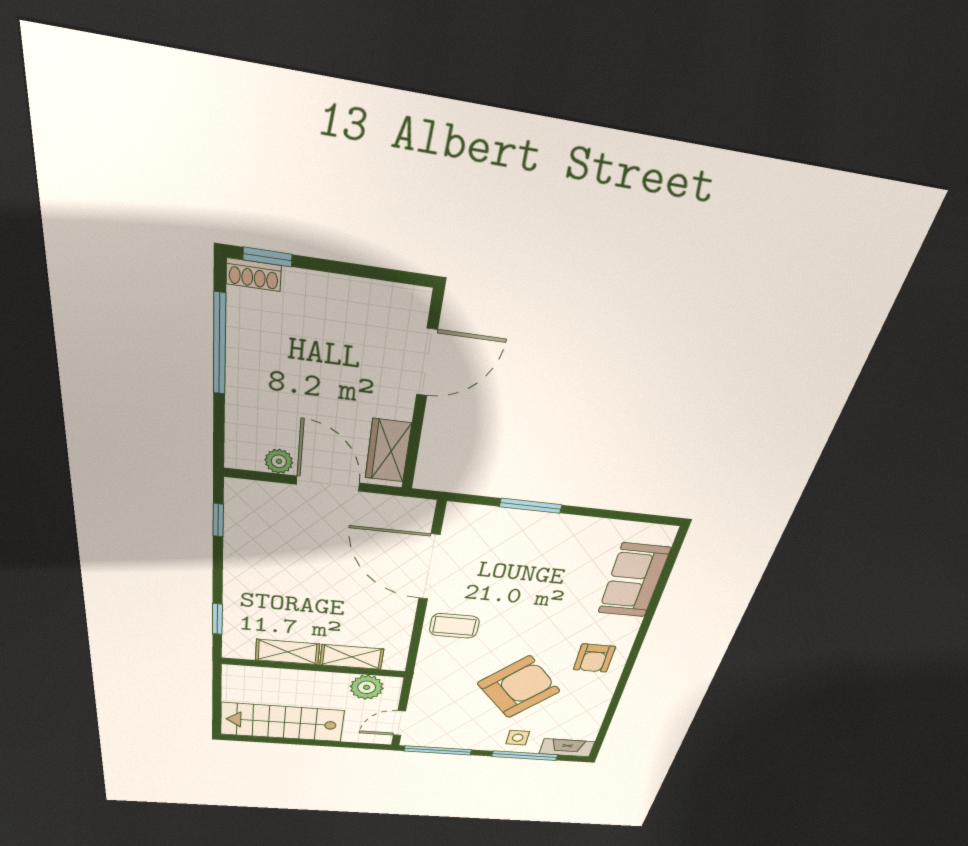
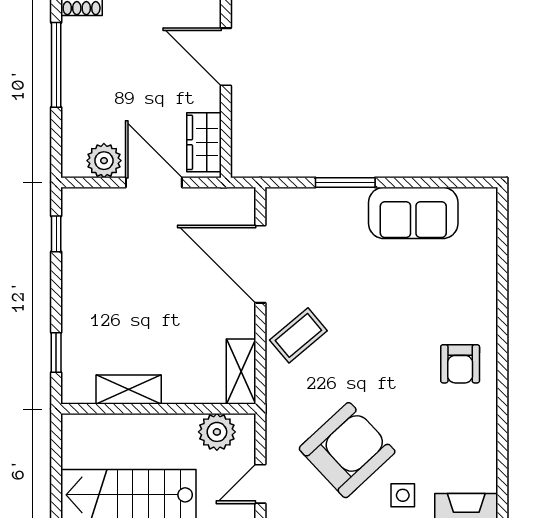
door: (427, 362) -> (226, 57), swing flipped
plant: (279, 461) -> (104, 161), width x1.38, depth x1.38
sofa: (634, 581) -> (413, 213), moved, turned -90
coffee table: (454, 626) -> (298, 335), turned -40
shelving: (352, 657) -> (241, 371), moved, turned 90
armchair: (519, 687) -> (347, 450), moved

